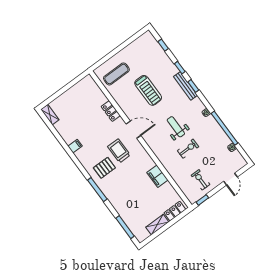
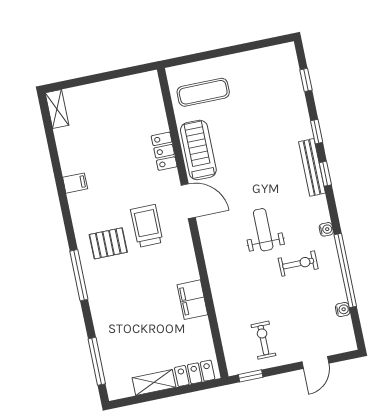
treadmill: (148, 90) -> (198, 150), moved, turned 180
exercise bike: (188, 149) -> (298, 264), moved

